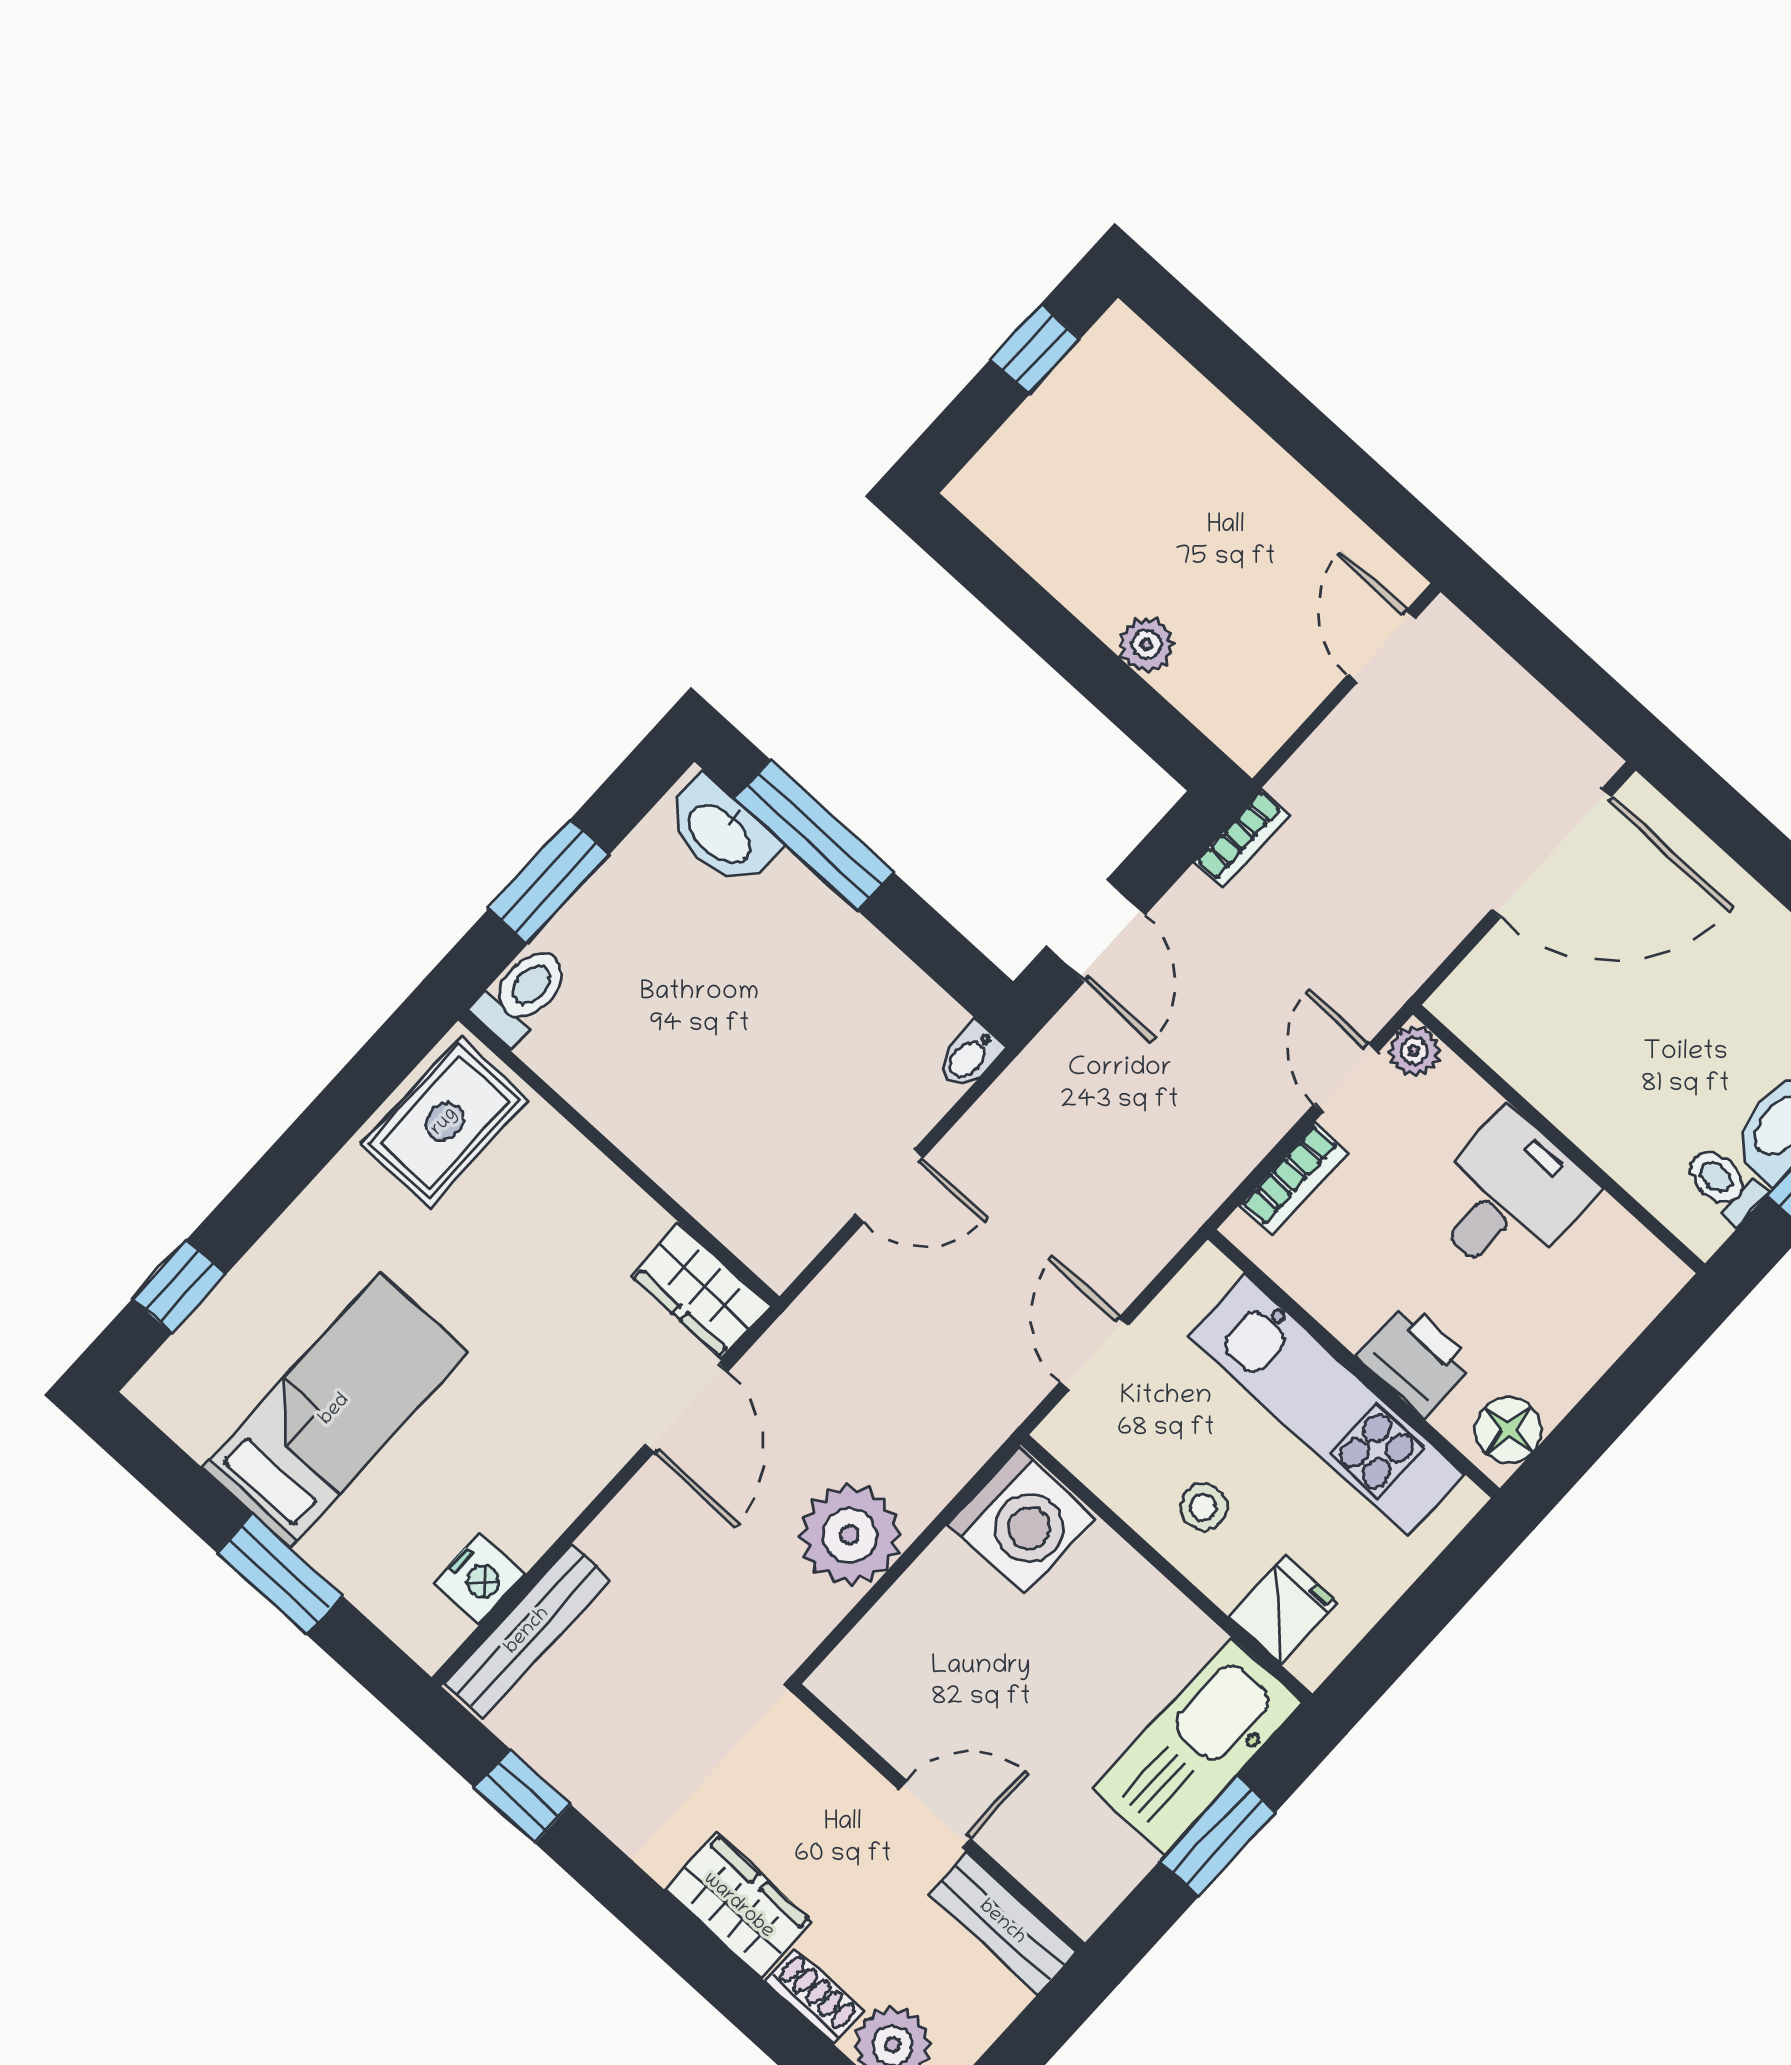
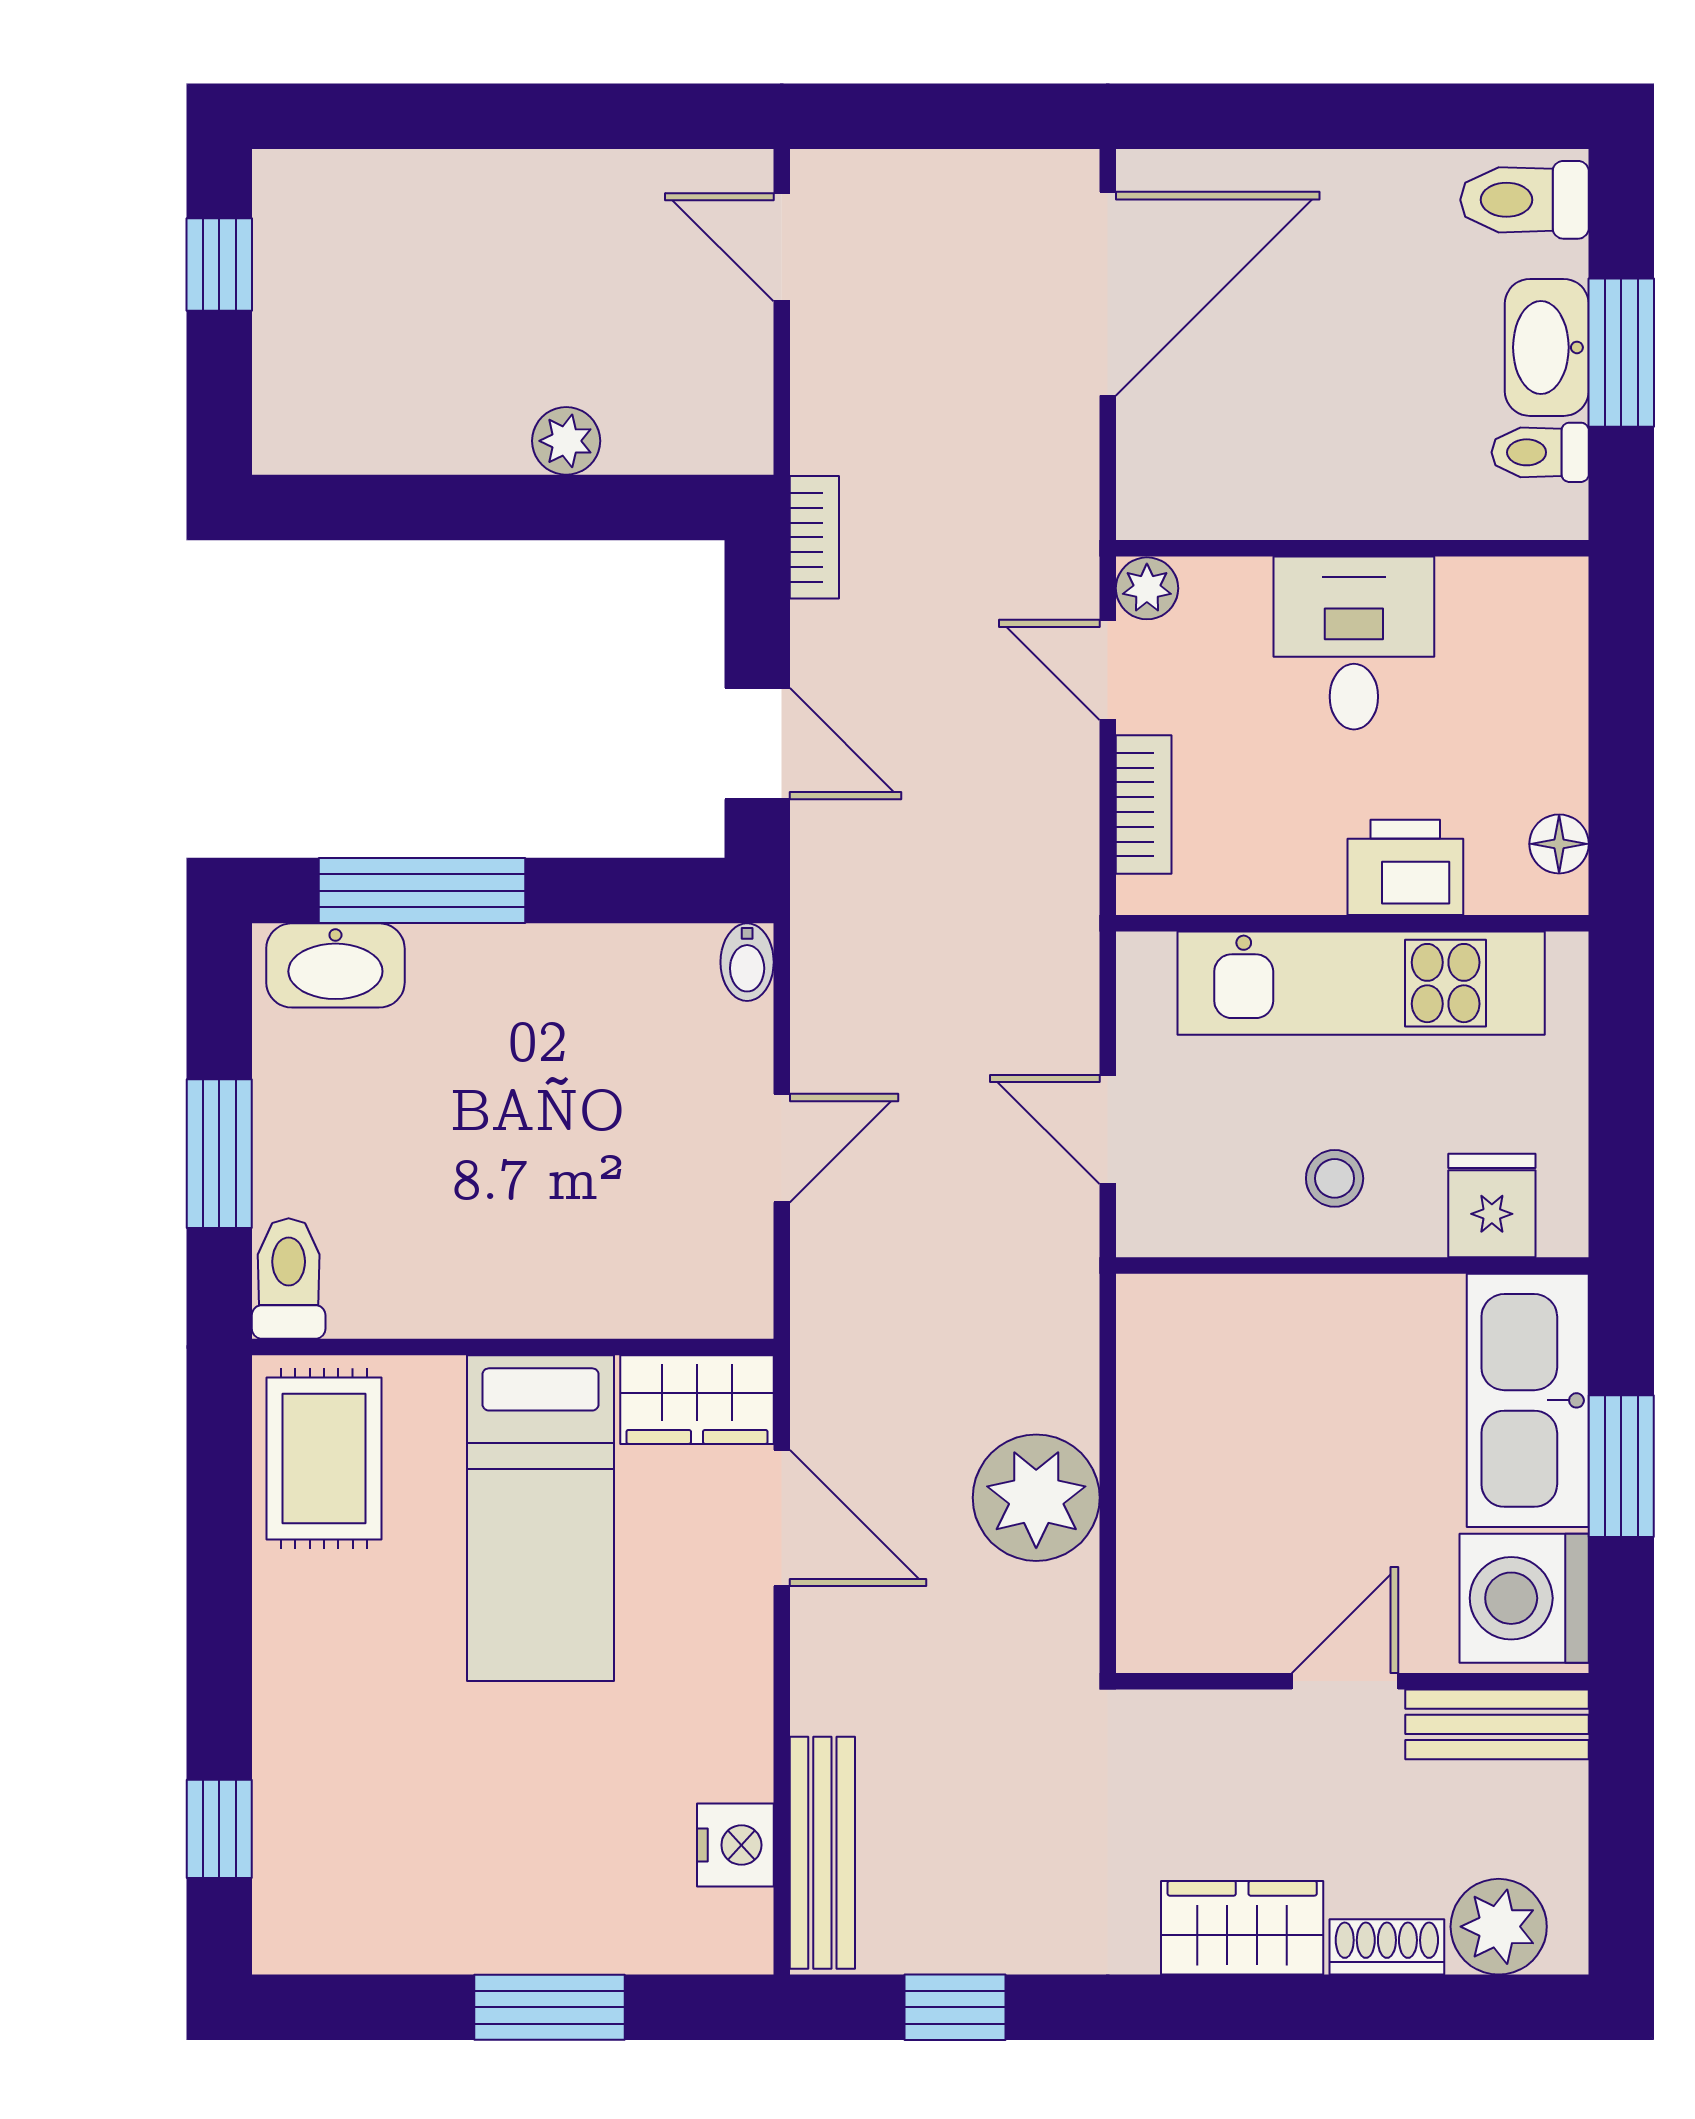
bed: (335, 1410) -> (541, 1518), moved, turned 180
floor lamp: (1508, 1430) -> (1559, 844), width x0.73, depth x0.73
washing machine: (1021, 1521) -> (1524, 1598), moved, turned 180

